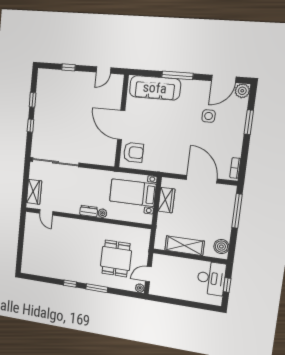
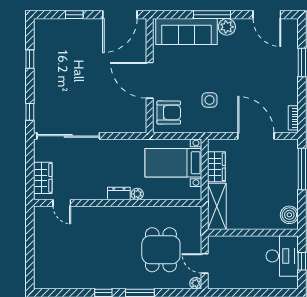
door: (103, 70) -> (120, 15), width x1.88
door: (224, 79) -> (267, 15), hinge flipped
plant: (242, 91) -> (227, 27), moved
side table: (209, 116) -> (210, 100), moved
window: (30, 126) -> (30, 112), moved
shelving: (185, 246) -> (217, 206), moved, turned 90
door: (148, 274) -> (205, 263), hinge flipped

